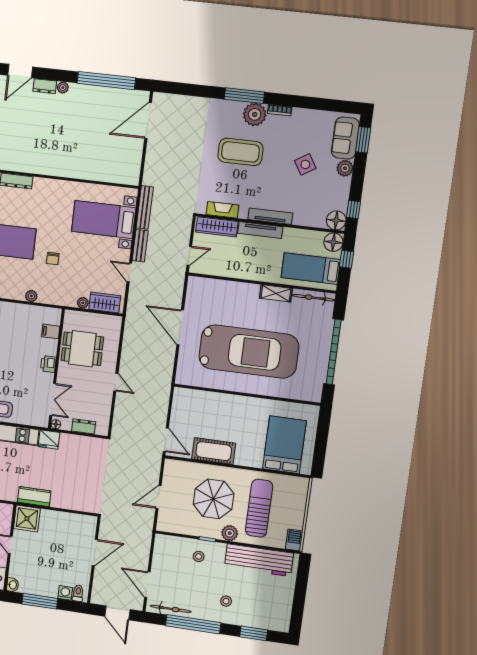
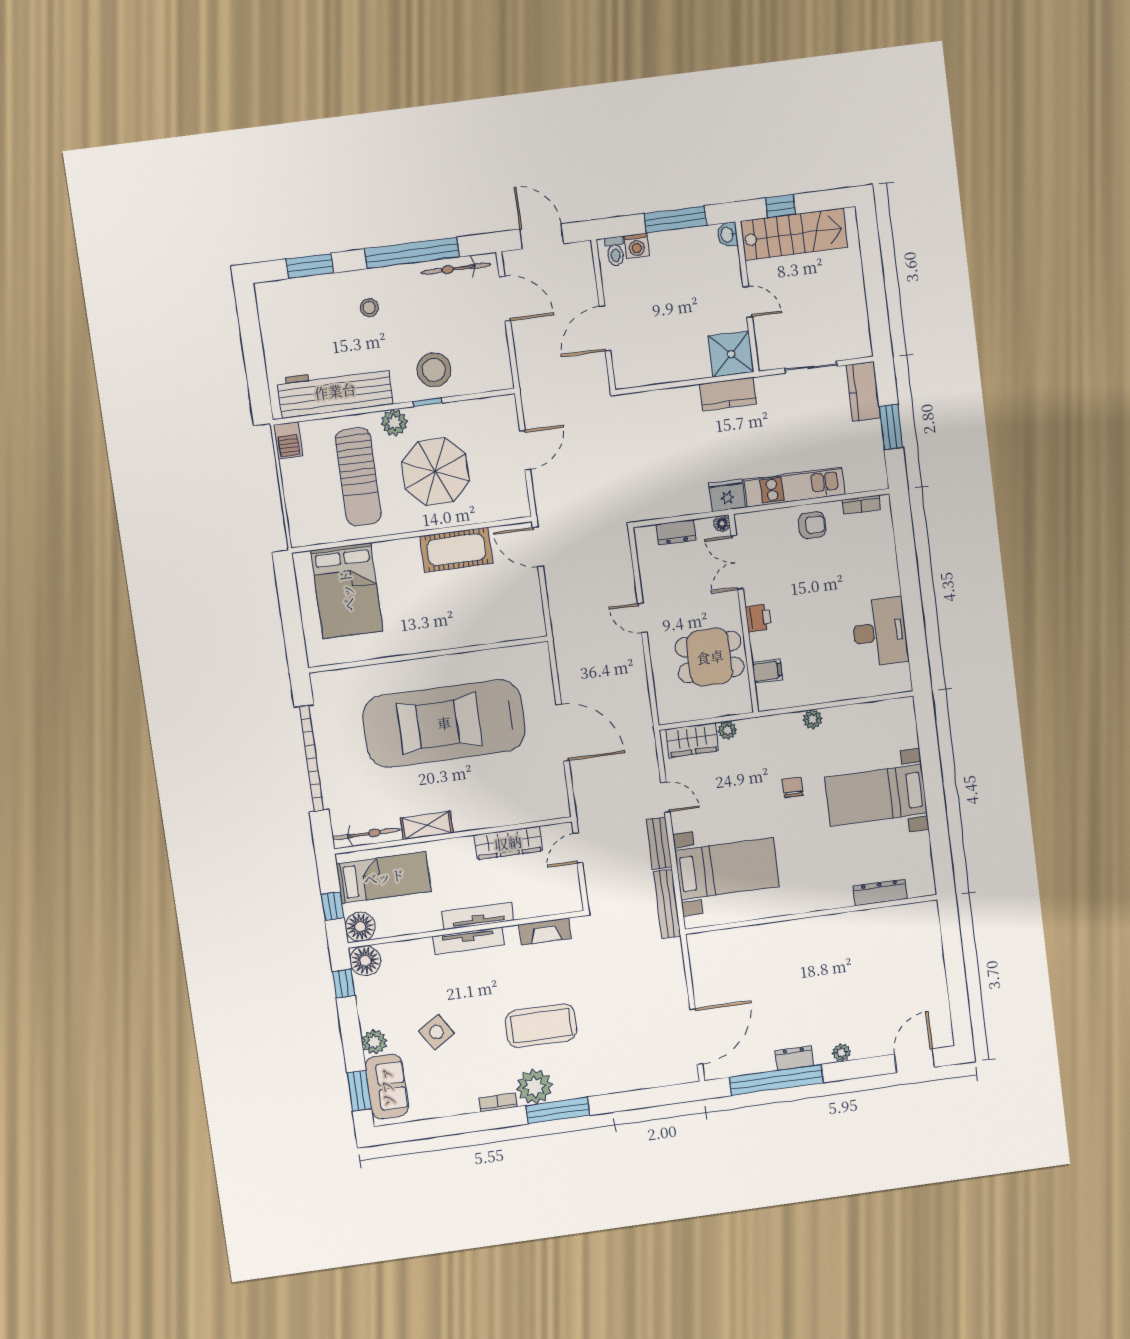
dresser: (45, 86) -> (794, 1058), moved
wardrobe: (217, 227) -> (508, 843), moved, turned 180
stool: (199, 556) -> (434, 370), width x1.89, depth x1.89

